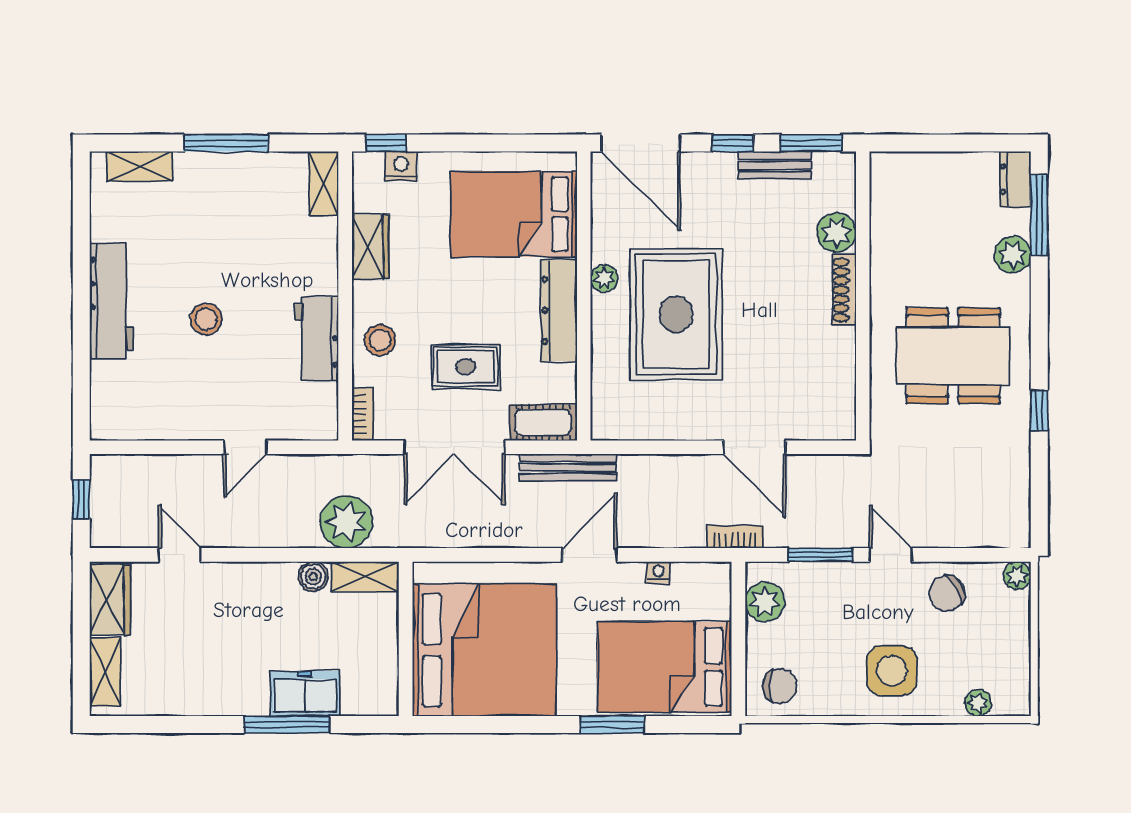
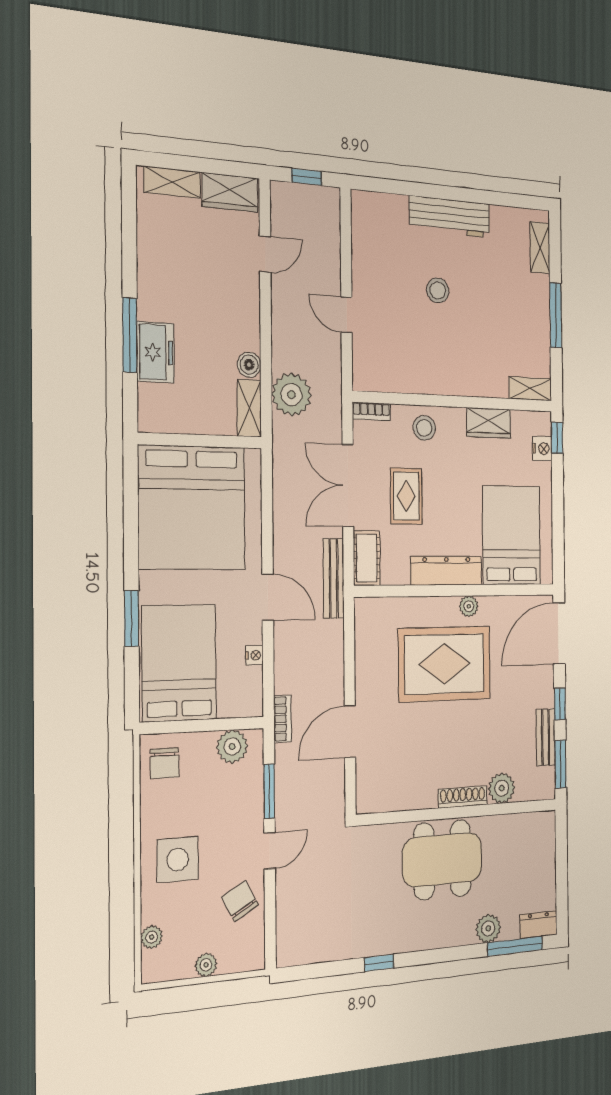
workbench: (317, 339) -> (425, 377), removed
dining table: (953, 356) -> (442, 860), moved, turned 90
plant: (1017, 576) -> (206, 965), moved

